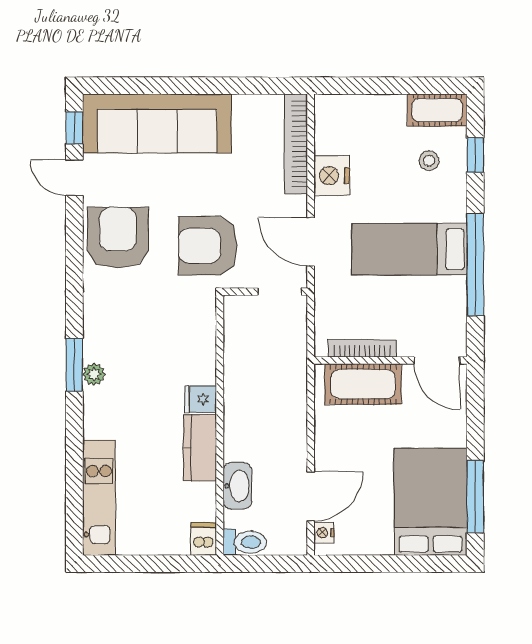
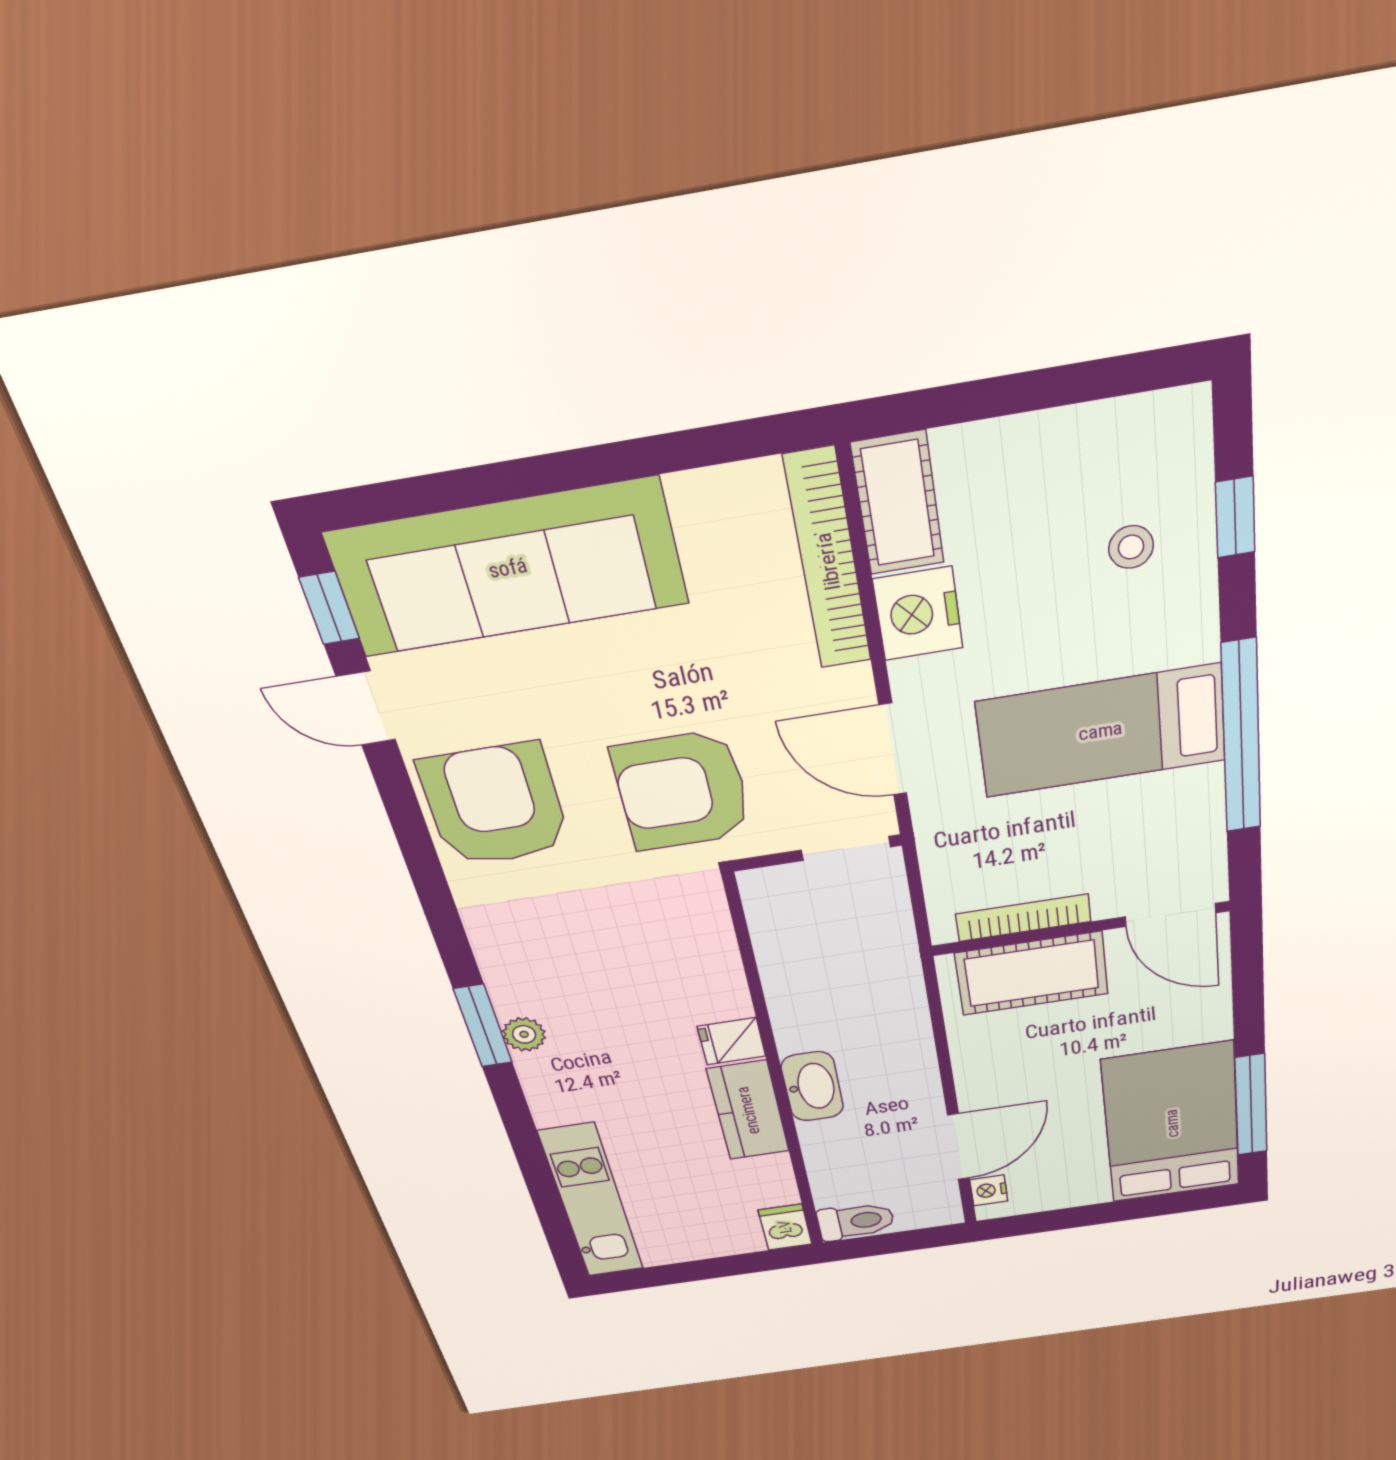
cot: (437, 110) -> (898, 503), moved, turned 90
washbasin: (237, 486) -> (812, 1086), moved

